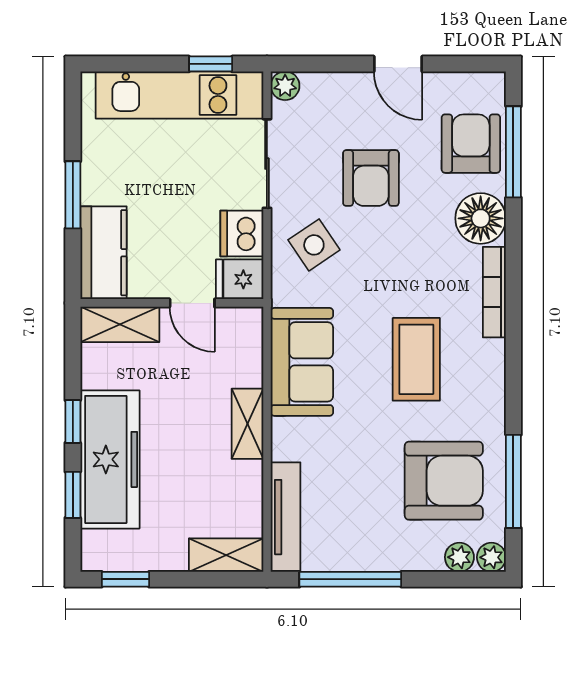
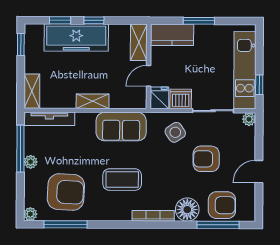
armchair: (444, 481) -> (66, 192), turned -87
plant: (459, 557) -> (31, 162), moved

